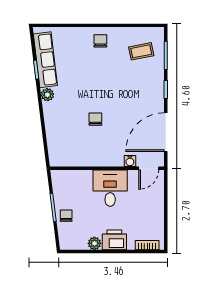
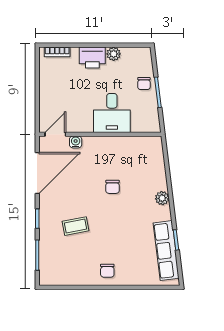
coffee table: (141, 51) -> (75, 226), moved
plant: (47, 95) -> (162, 198), moved
desk: (110, 188) -> (112, 113), moved

